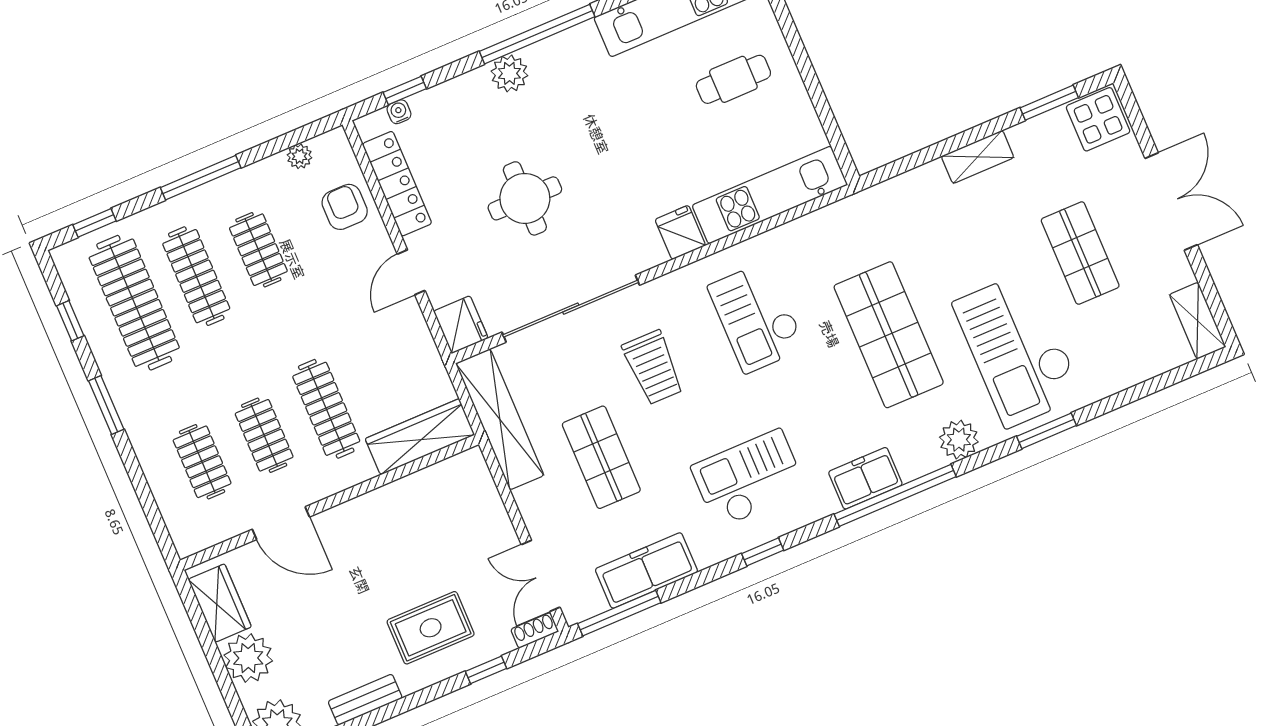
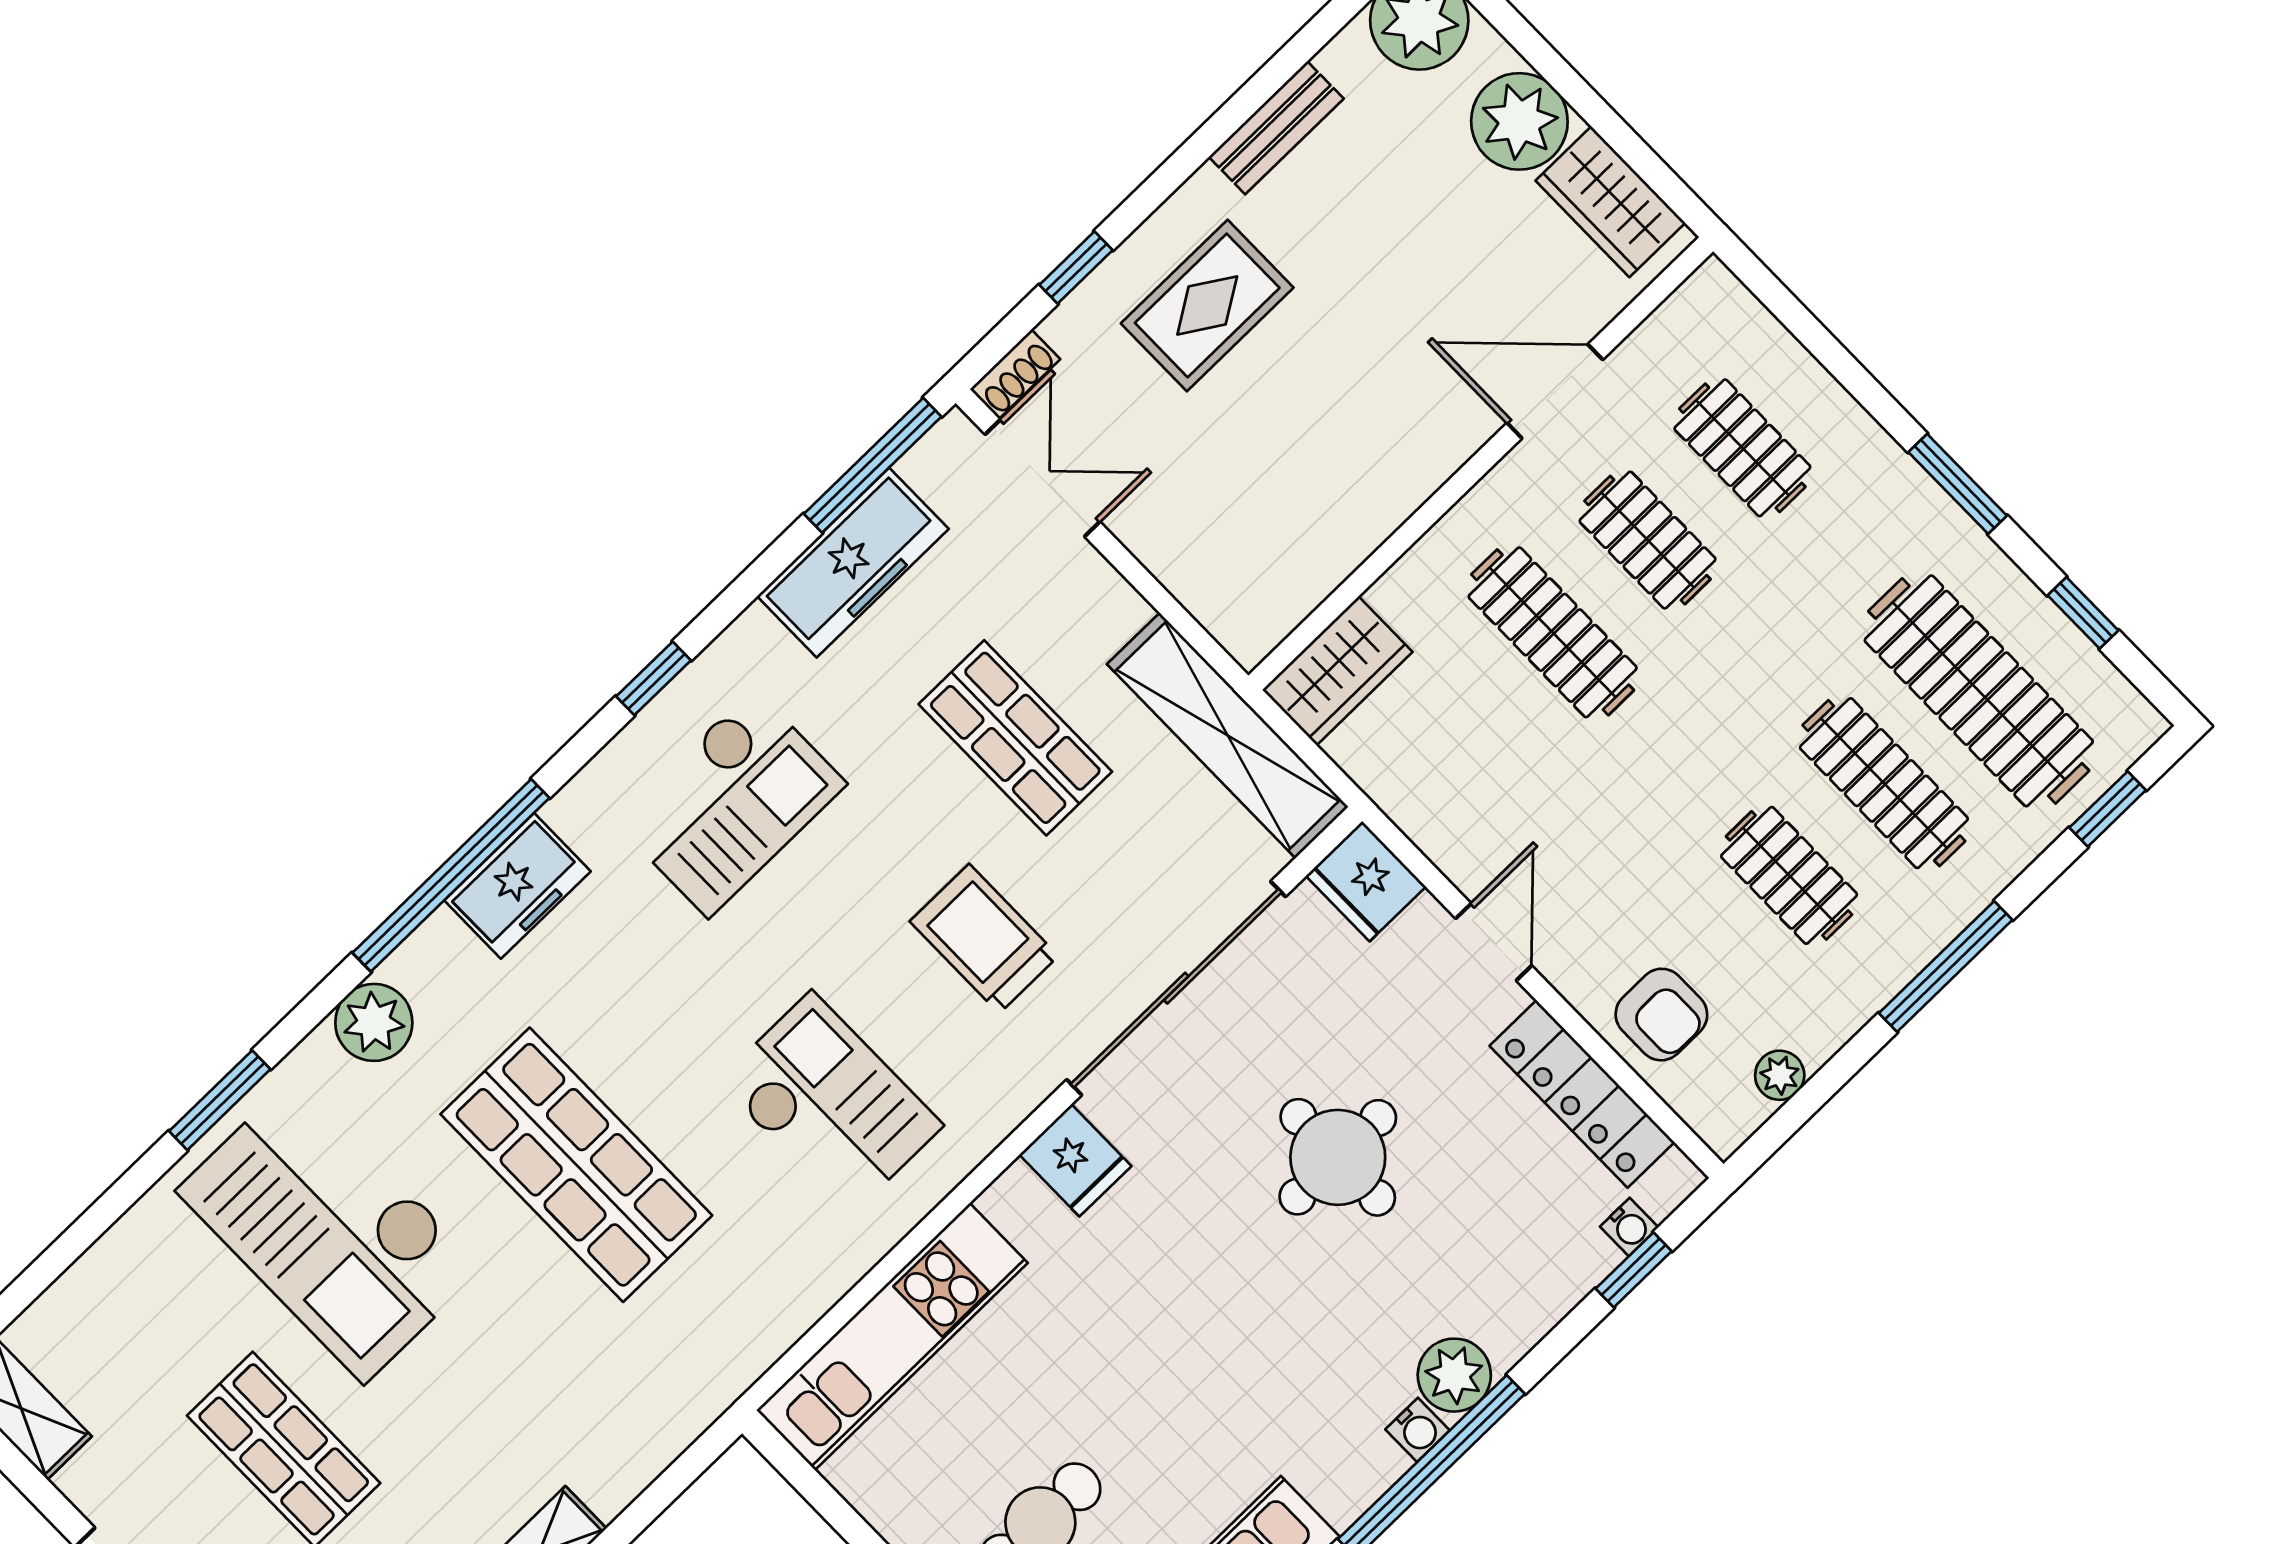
water cooler: (537, 54) -> (1417, 1430), added
fridge: (680, 232) -> (1075, 1160), moved
checkout: (1018, 349) -> (330, 1229), turned 180
wardrobe: (420, 437) -> (1337, 671), width x0.67

